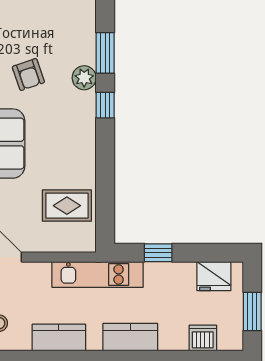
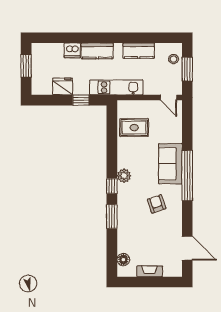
plant: (84, 78) -> (124, 176), moved
fridge: (214, 276) -> (63, 86), moved
dishwasher: (203, 338) -> (72, 50), moved

